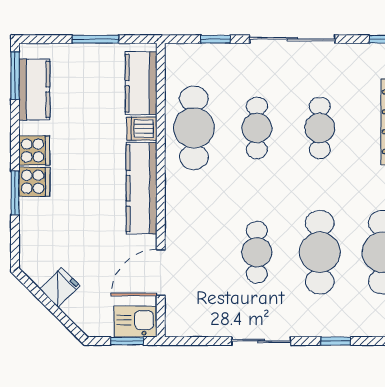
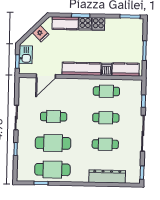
kitchen counter: (34, 89) -> (65, 23), moved
cafe table: (194, 128) -> (106, 91), width x0.73, depth x0.74
door: (161, 273) -> (46, 76), swing flipped
kitchen sink: (136, 322) -> (26, 55), moved

